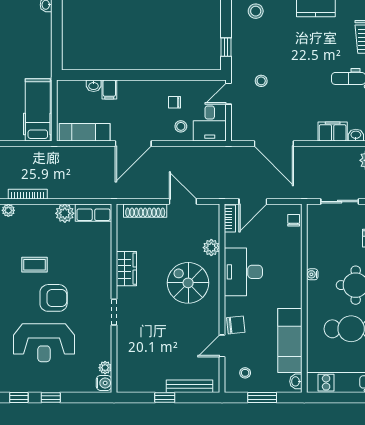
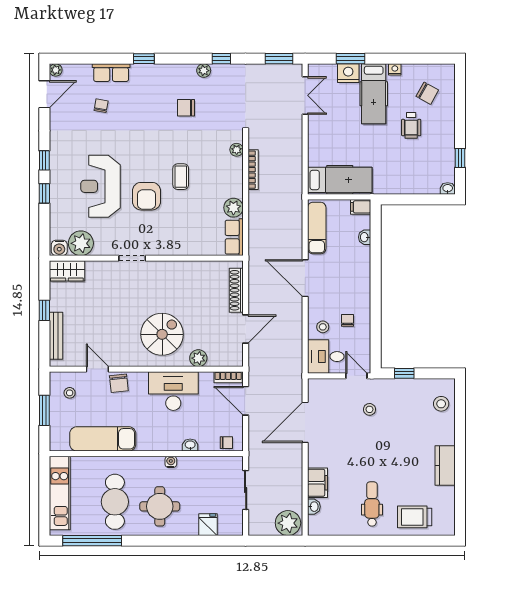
filing cabinet: (109, 89) -> (361, 207), moved
wardrobe: (126, 269) -> (67, 271), moved
plant: (105, 368) -> (81, 243), width x1.87, depth x1.87
washbasin: (296, 381) -> (190, 445), moved

